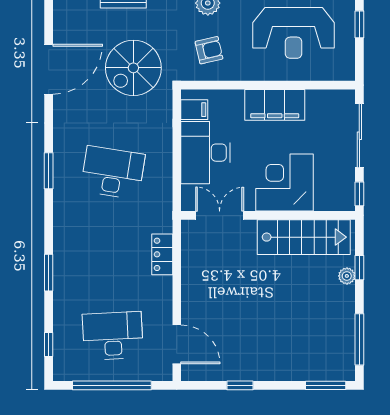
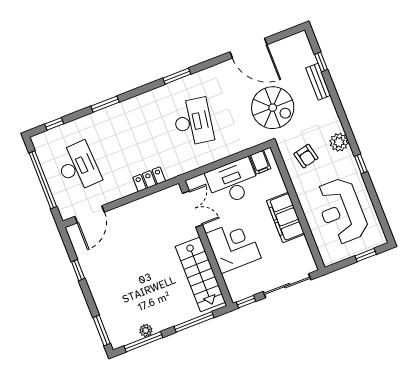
spiral stairs: (133, 68) -> (273, 108), turned 180
window: (359, 268) -> (194, 322), width x2.17
plant: (347, 276) -> (146, 330), moved

